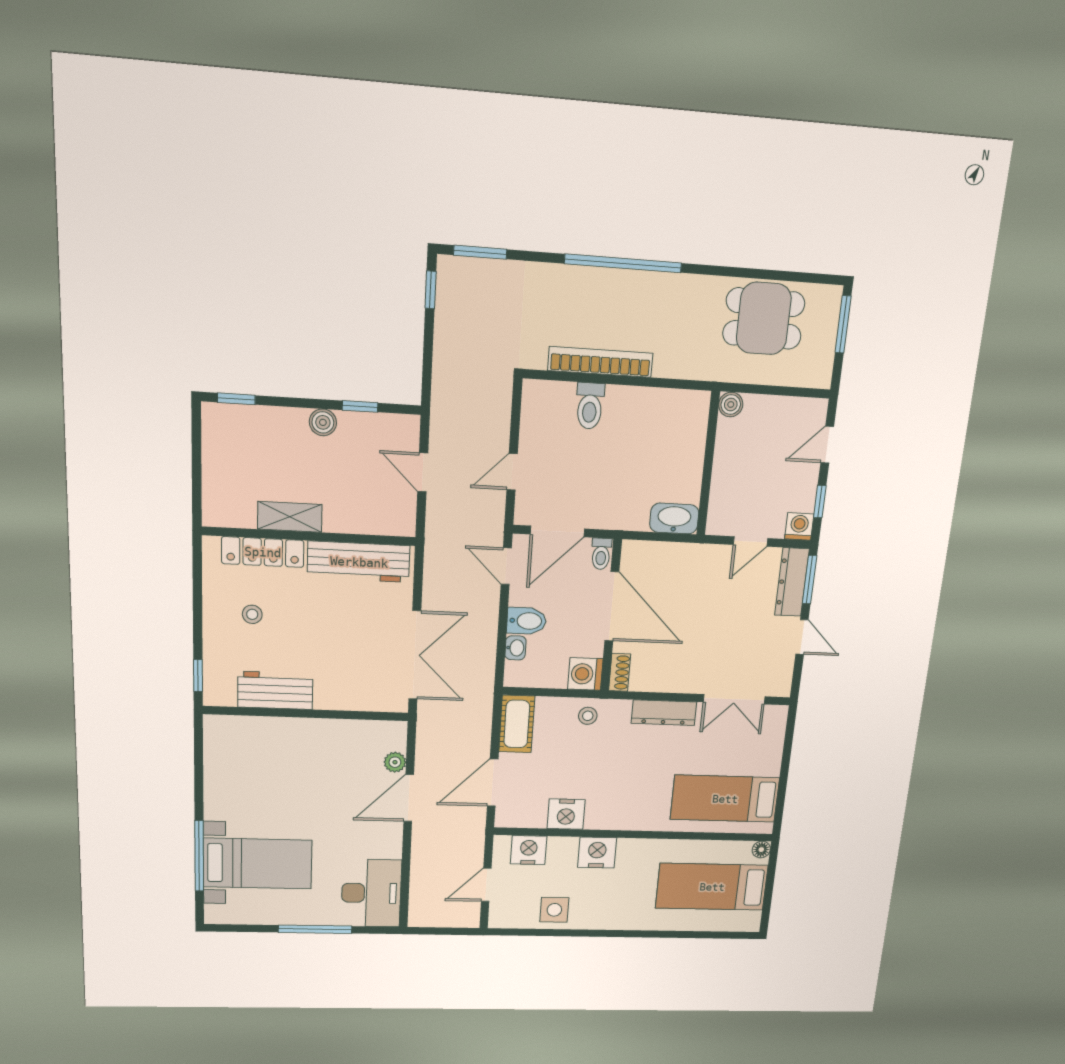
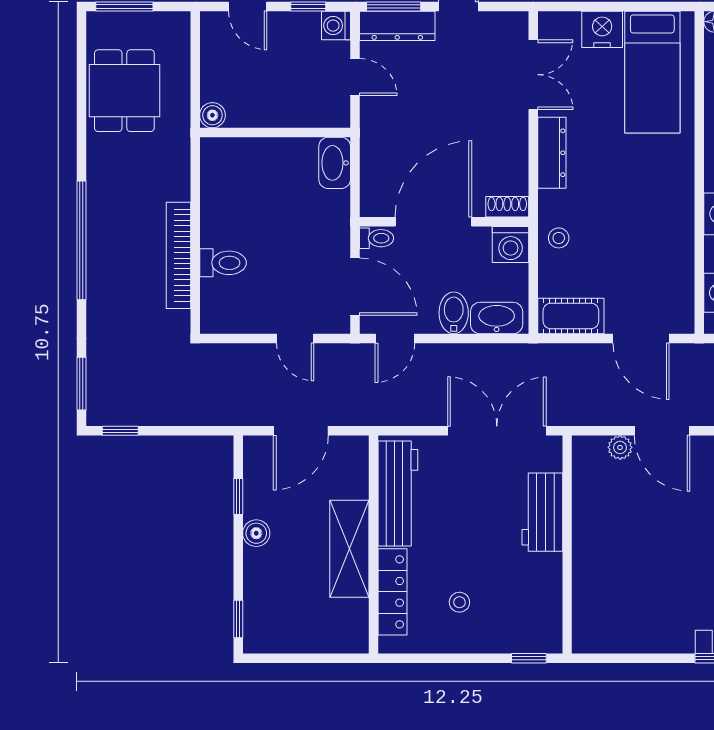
door: (423, 472) -> (301, 431), width x1.38
shelving: (290, 517) -> (349, 549), width x1.50, depth x1.33
washbasin: (515, 648) -> (497, 318), width x1.91, depth x1.45
workbench: (275, 690) -> (542, 512), moved
nightstand: (566, 814) -> (602, 29), moved, turned -90

